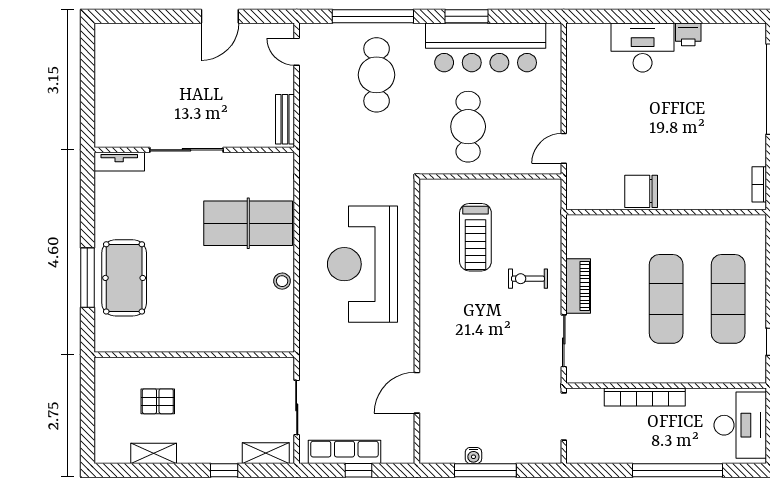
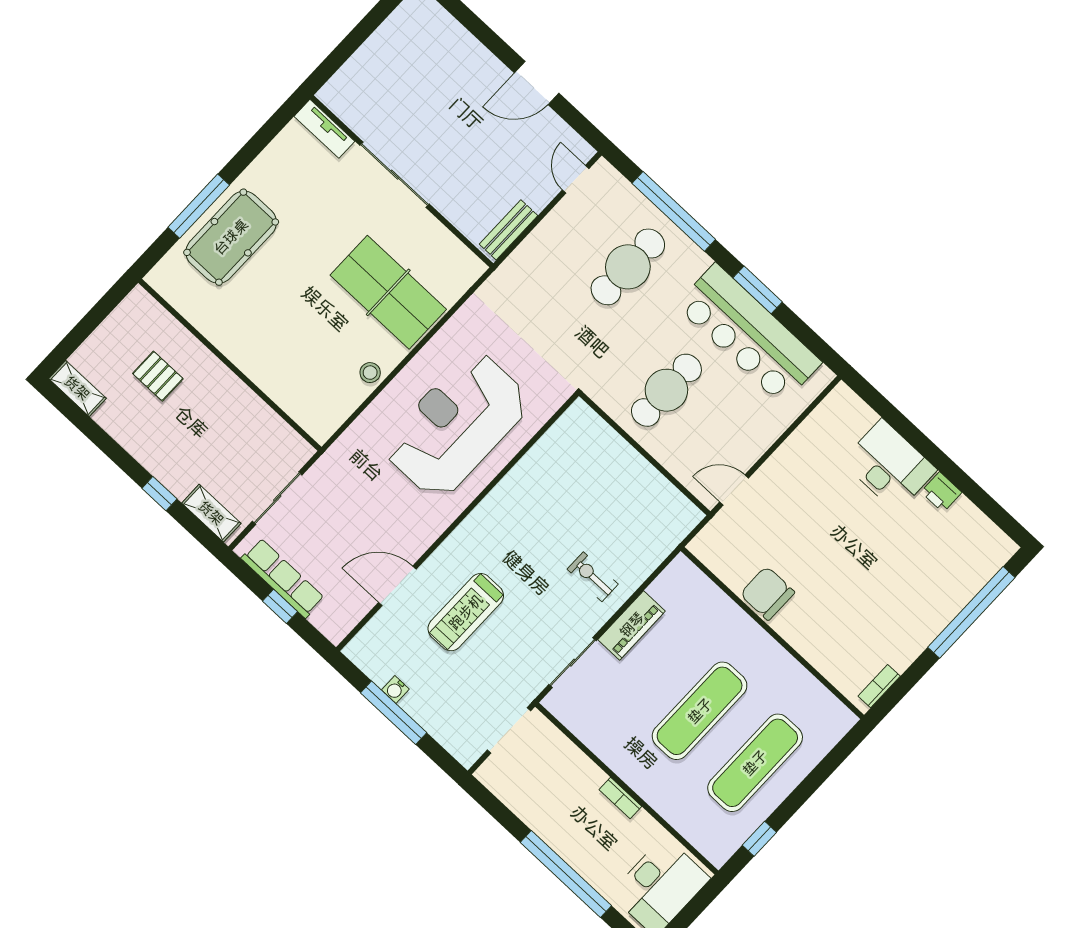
treadmill: (475, 237) -> (466, 612), moved
bookcase: (645, 397) -> (620, 798), width x0.43, depth x0.76
shelving: (154, 453) -> (77, 388), moved

